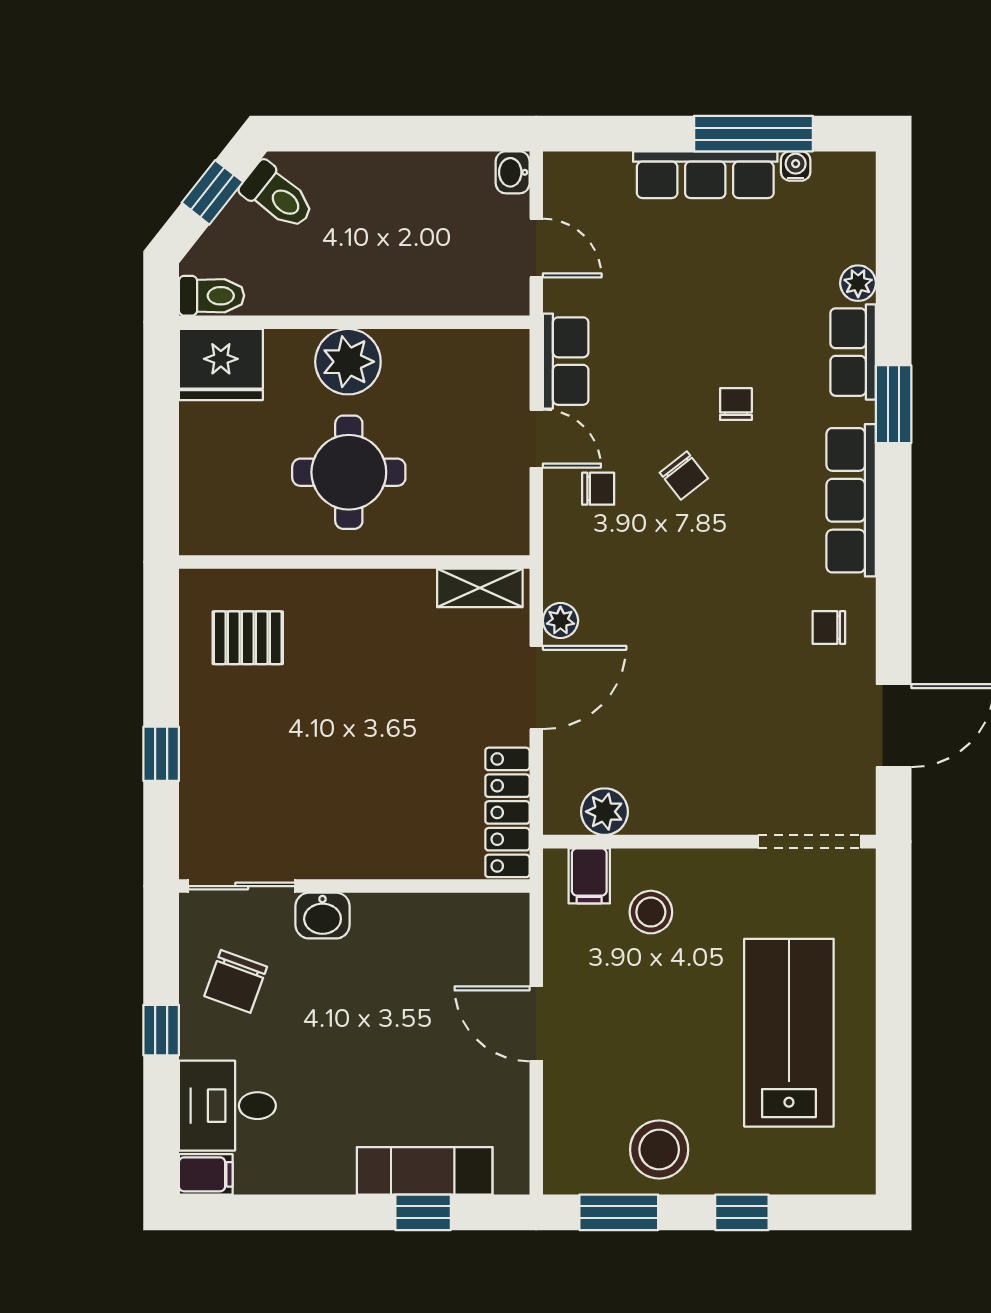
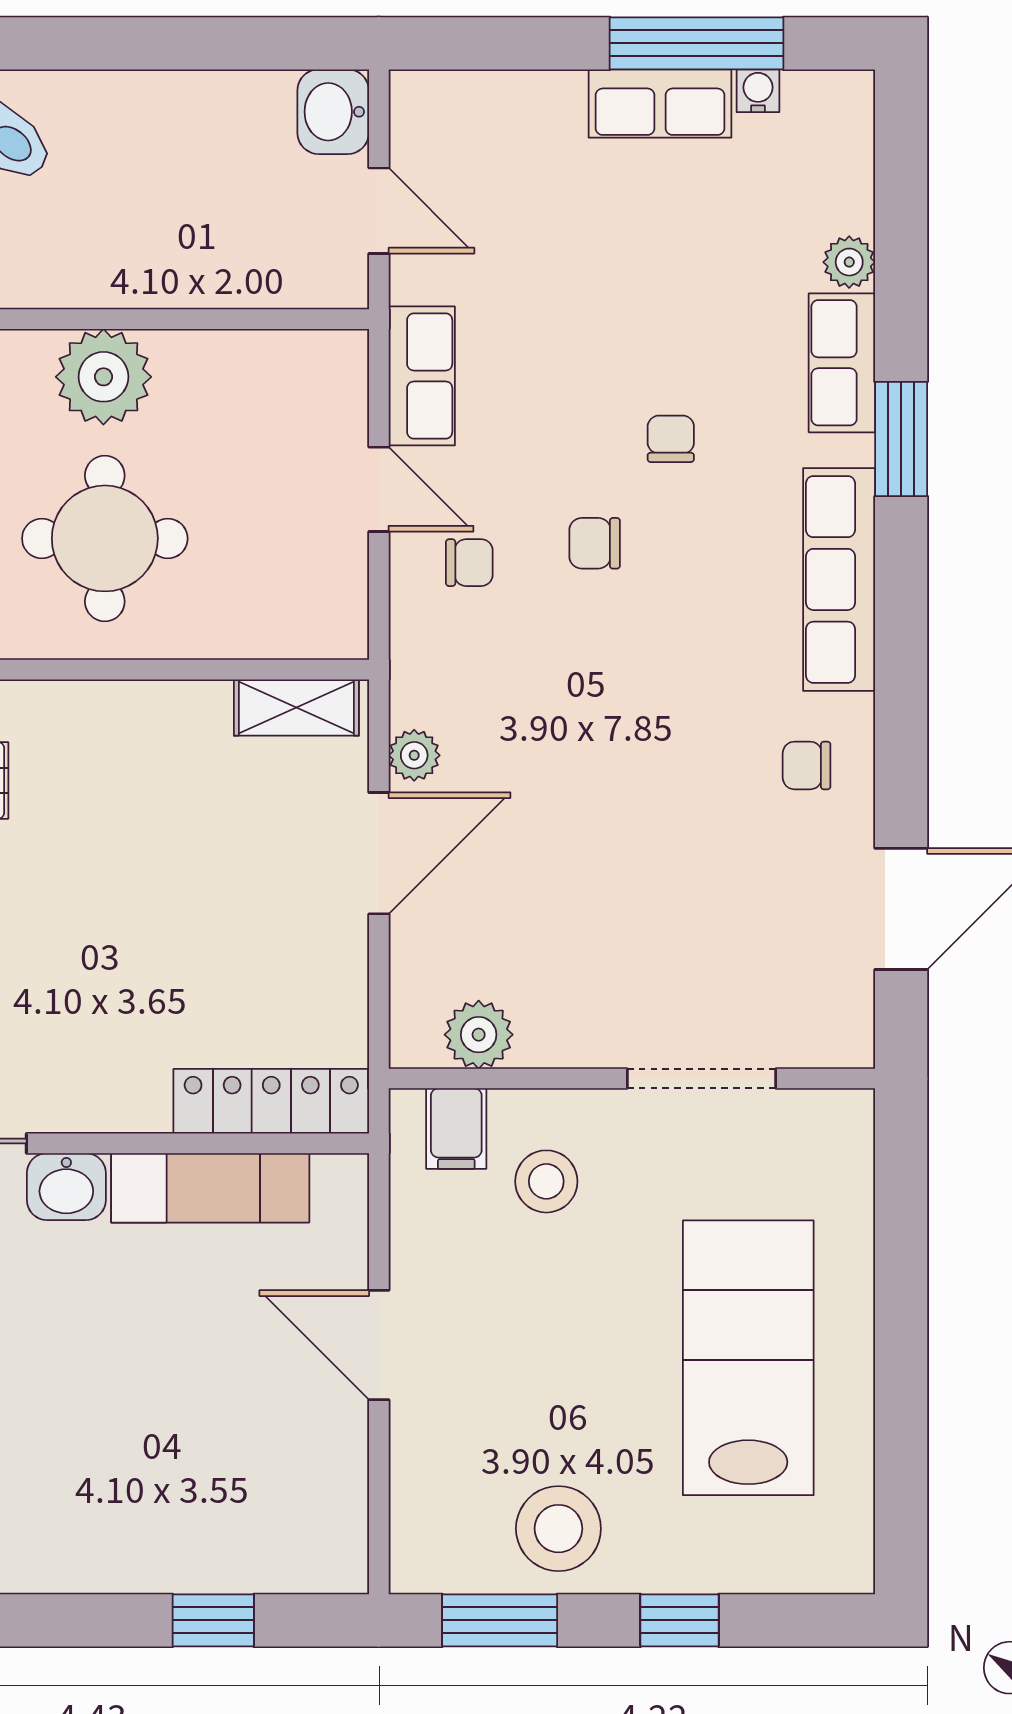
washbasin: (513, 172) -> (333, 112), width x1.38, depth x1.45
row of seats: (705, 175) -> (660, 104), width x0.68
chair: (684, 476) -> (595, 543), turned 128
locker: (507, 812) -> (271, 1101), moved, turned 90
doorway: (809, 842) -> (701, 1079), moved
exam couch: (425, 1171) -> (210, 1188), moved, turned 180

